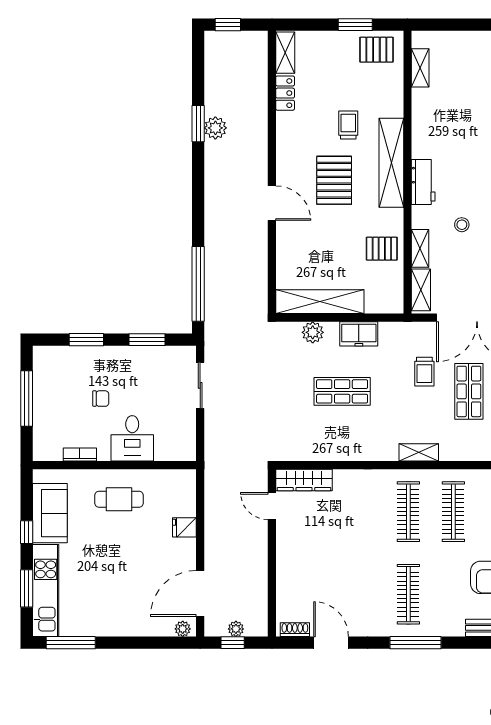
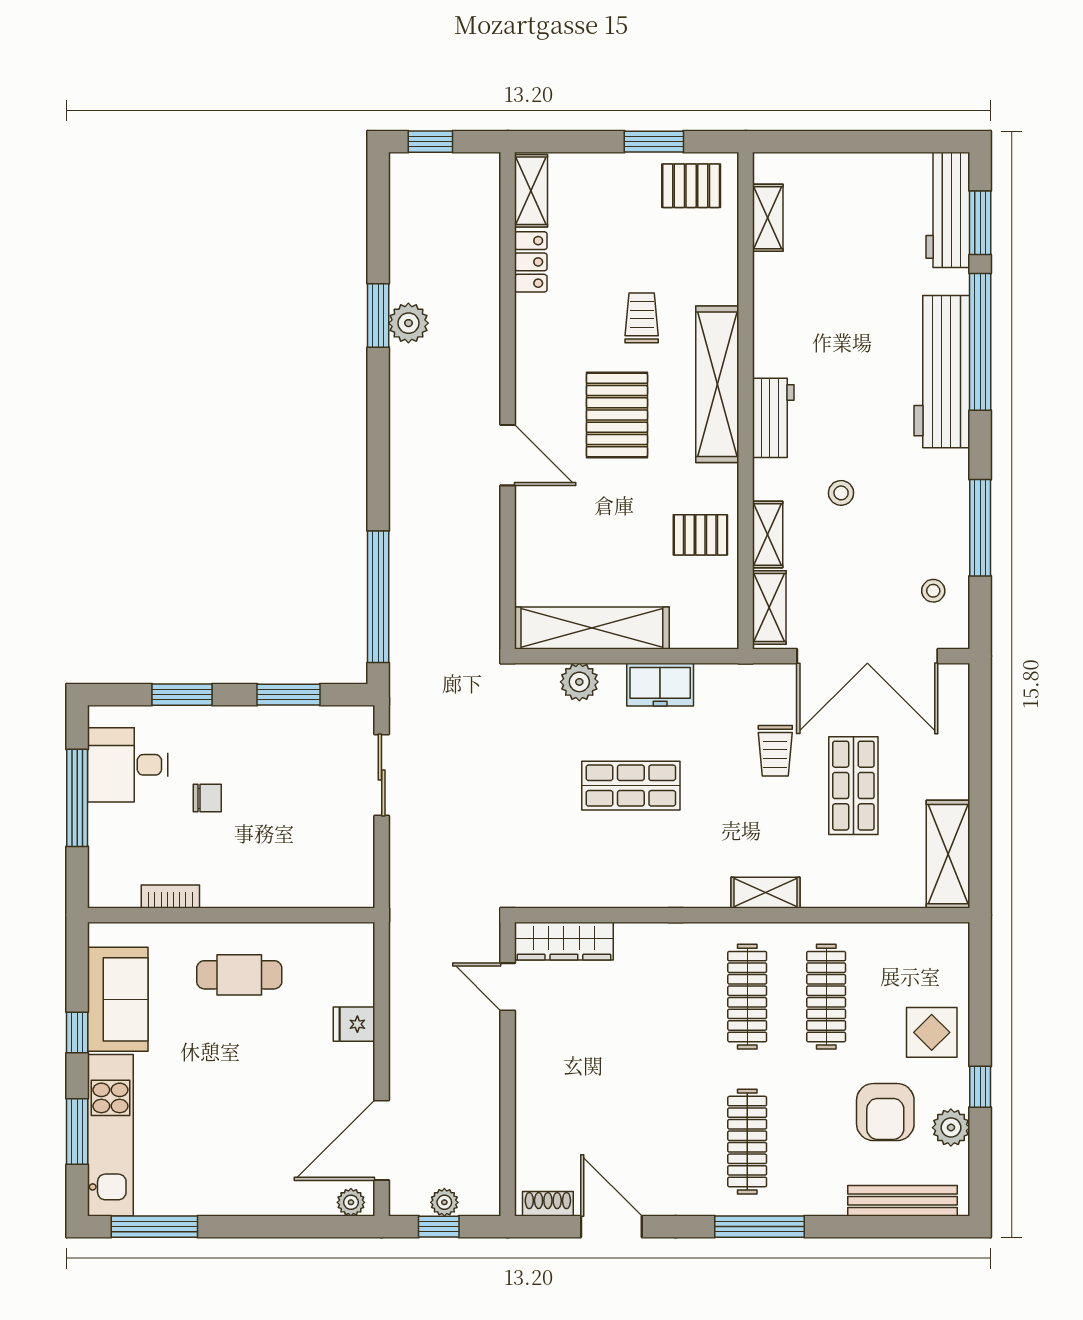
desk: (132, 438) -> (128, 765), moved, turned 90

